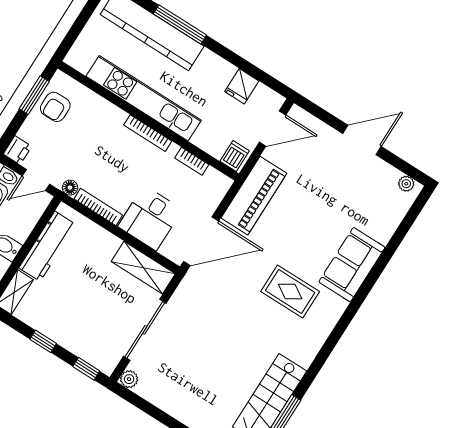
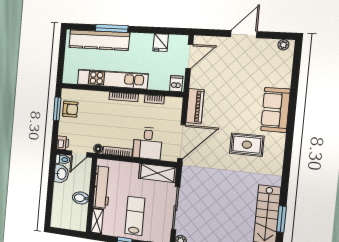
armchair: (55, 107) -> (70, 109), turned -90
piano: (254, 196) -> (195, 106), width x0.73, depth x0.75
lab bench: (78, 312) -> (135, 216), added

